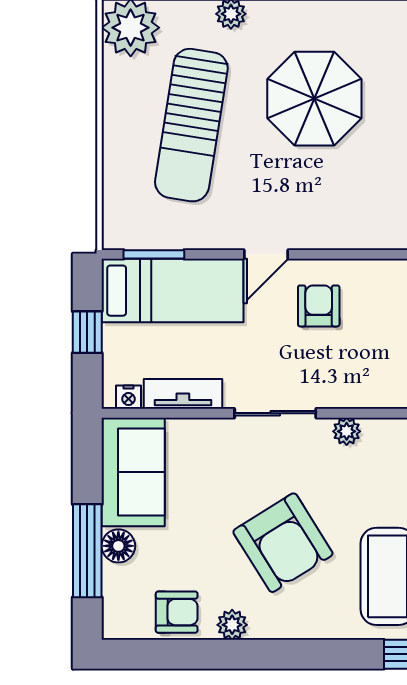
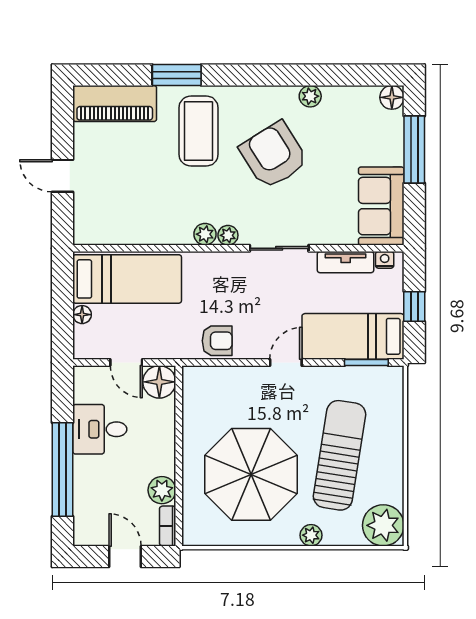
parasol: (314, 99) -> (251, 474), width x1.36, depth x1.36
armchair: (319, 306) -> (217, 341), moved, turned -90
plant: (378, 433) -> (205, 234), added
floor lamp: (118, 546) -> (392, 97), moved
armchair: (177, 612) -> (350, 105), removed

